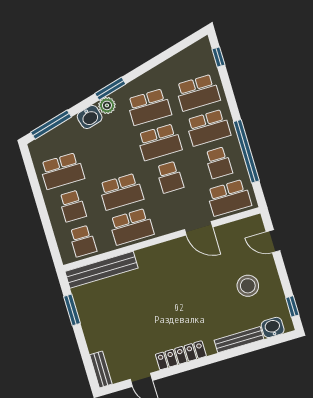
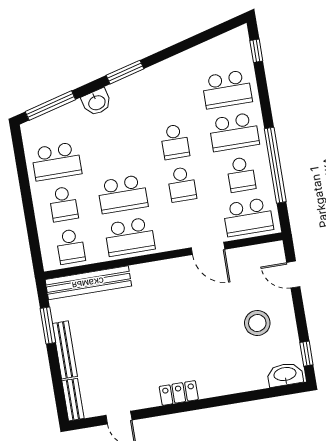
plant: (107, 105) -> (119, 91), removed
school desk: (149, 107) -> (168, 99), removed
school desk: (159, 142) -> (175, 142), width x0.54
washbasin: (273, 327) -> (285, 375), width x1.38
bench: (239, 340) -> (65, 350), moved, turned 90
locker: (181, 355) -> (179, 393), width x0.66

